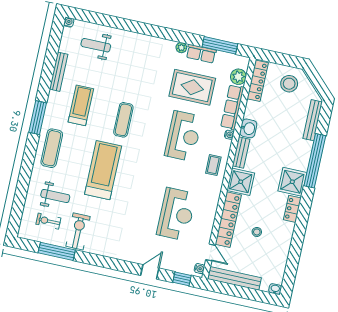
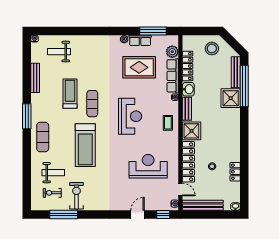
locker: (258, 81) -> (188, 66), moved
treadmill: (81, 105) -> (70, 94), moved
reception desk: (183, 136) -> (130, 116), moved
window: (315, 161) -> (244, 86), moved
treadmill: (103, 170) -> (85, 145), turned 180
shower: (292, 182) -> (231, 98), moved
locker: (292, 209) -> (235, 172), moved
reception desk: (176, 214) -> (148, 166), turned -90

